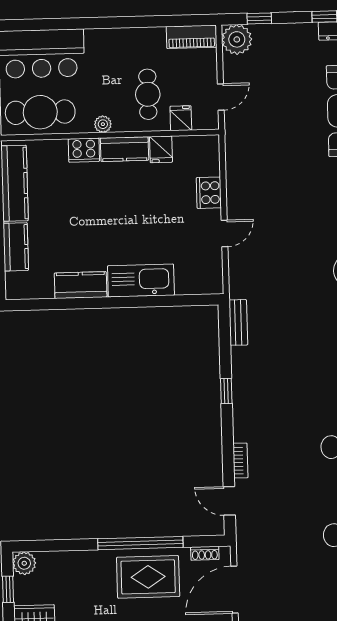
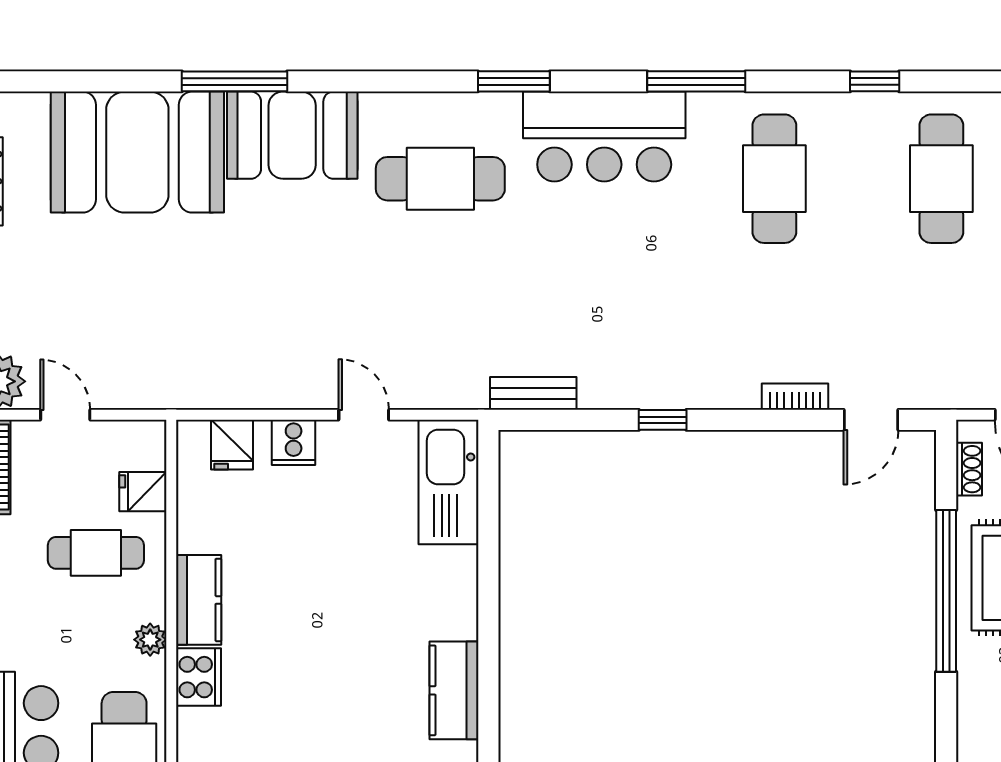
door: (221, 97) -> (65, 415), moved
fridge: (161, 149) -> (232, 445), moved, turned 90
cooker: (209, 193) -> (294, 442), width x0.73
kitchen sink: (141, 281) -> (449, 482), moved

